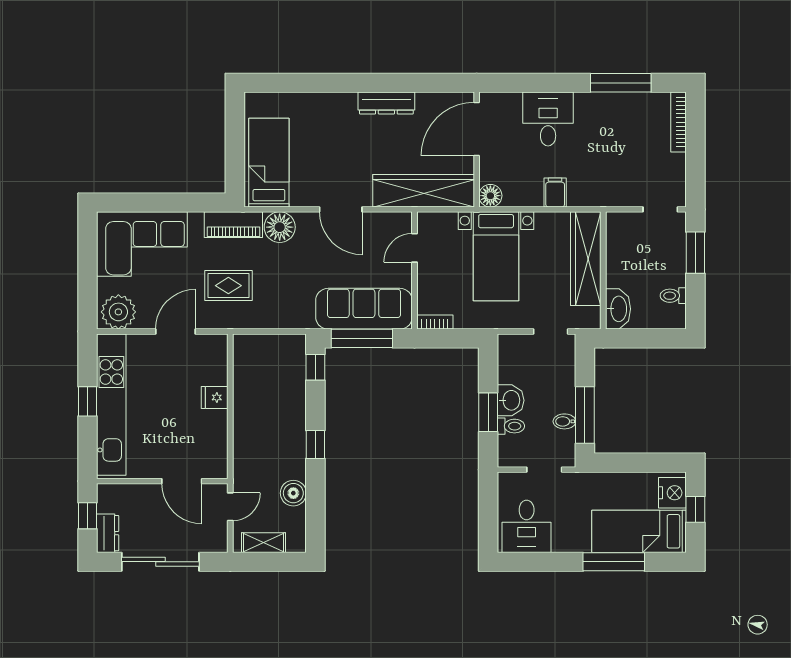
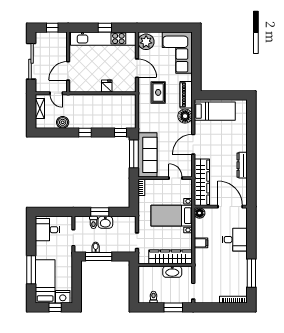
washbasin: (618, 309) -> (172, 272), moved
dresser: (108, 533) -> (44, 37), removed

